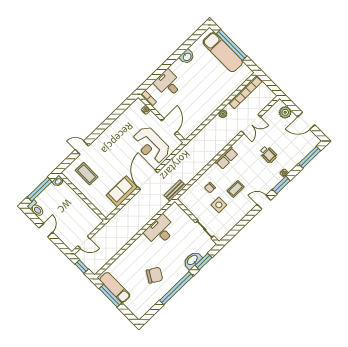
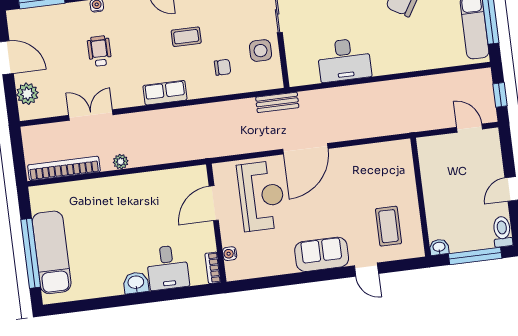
washbasin: (187, 57) -> (136, 283), moved
sofa: (122, 191) -> (322, 254), moved, turned 180
side table: (219, 205) -> (261, 51), moved

